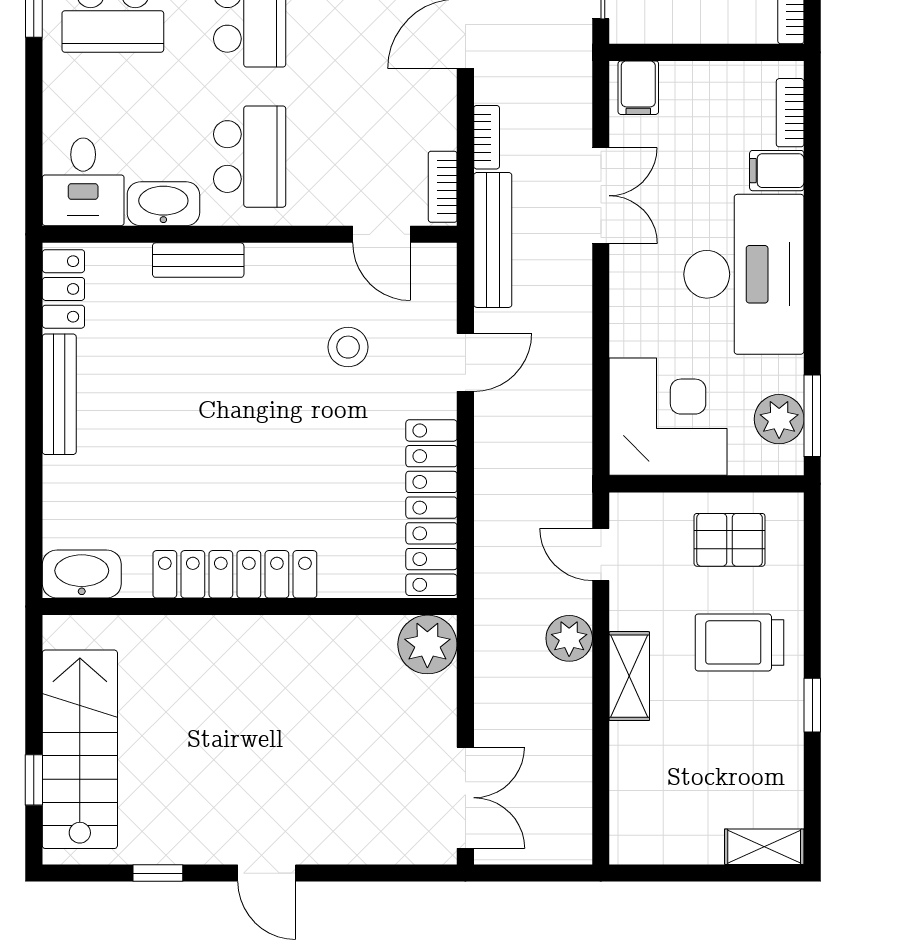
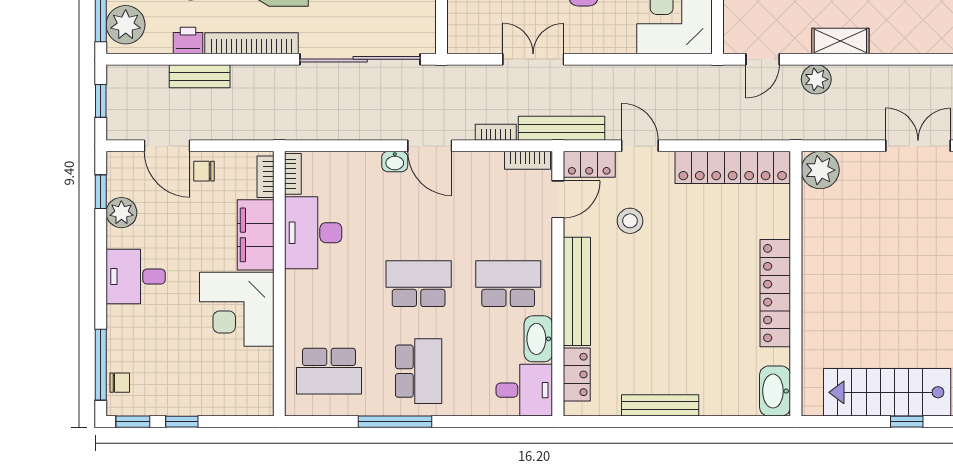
filing cabinet: (638, 88) -> (464, 35), removed
bench: (198, 260) -> (577, 291), width x1.86, depth x1.21
locker: (436, 283) -> (589, 164), added
locker: (63, 289) -> (577, 374), moved, turned 90

